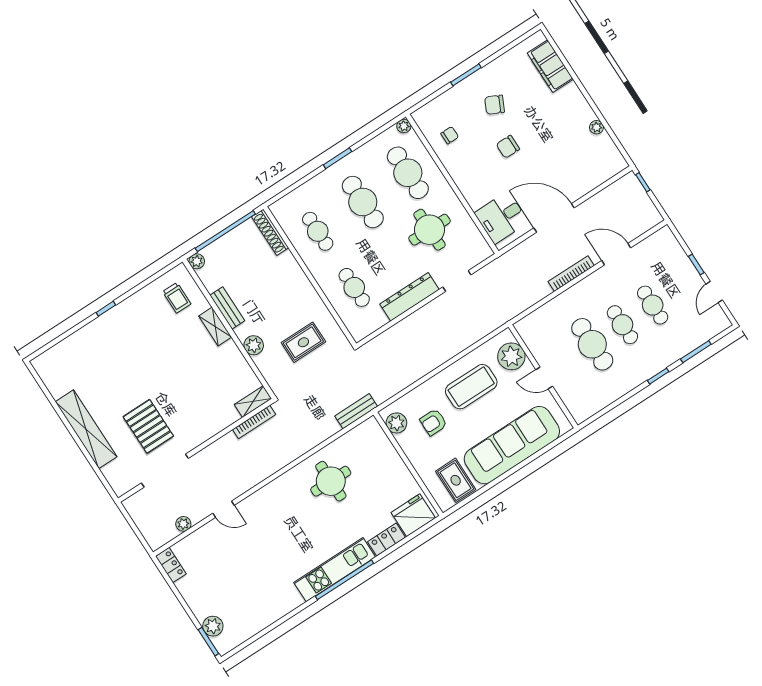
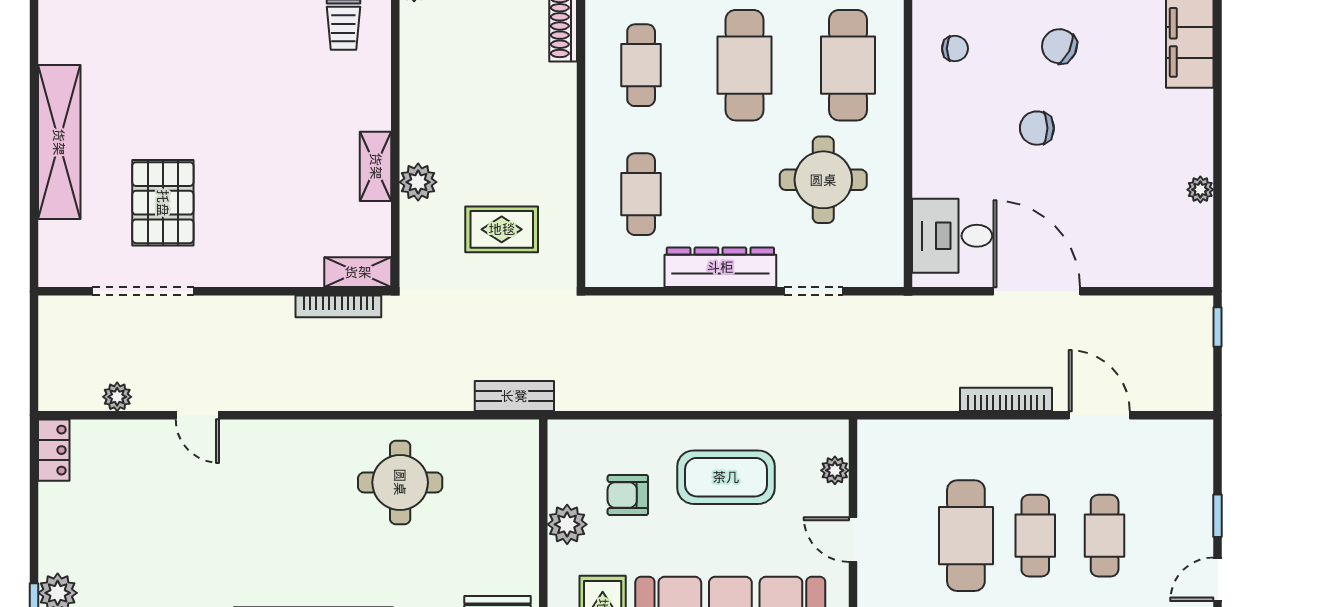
bench: (227, 308) -> (414, 94), removed
shelving: (215, 327) -> (376, 166), moved
plant: (511, 356) -> (835, 470), width x0.53, depth x0.53
plant: (396, 423) -> (567, 524), moved

